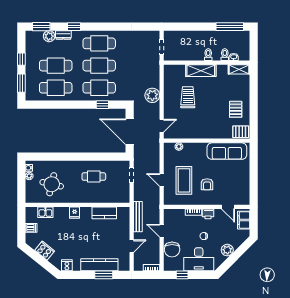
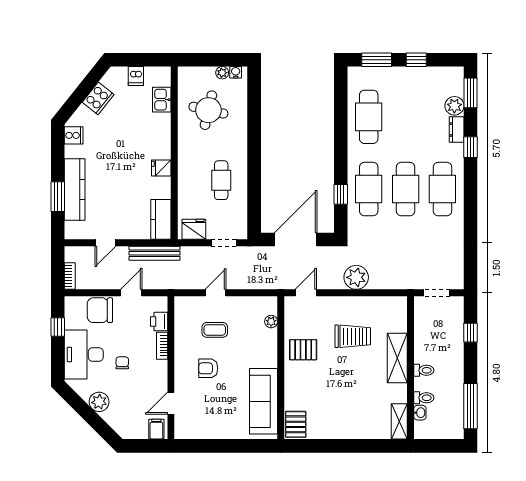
window: (186, 27) -> (470, 333), added
cafe table: (56, 66) -> (406, 117), removed
pallet: (236, 109) -> (303, 350), moved
door: (162, 126) -> (306, 293), swing flipped
coffee table: (184, 180) -> (215, 330), width x0.54, depth x0.58
fridge: (123, 193) -> (194, 229), added
fridge: (75, 213) -> (161, 168), moved
kitchen counter: (104, 213) -> (161, 219), moved
printer: (208, 214) -> (159, 322), moved
filing cabinet: (244, 220) -> (156, 429), width x0.50
door: (132, 246) -> (106, 243), hinge flipped

